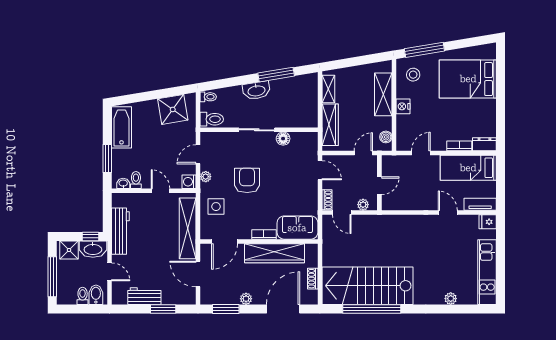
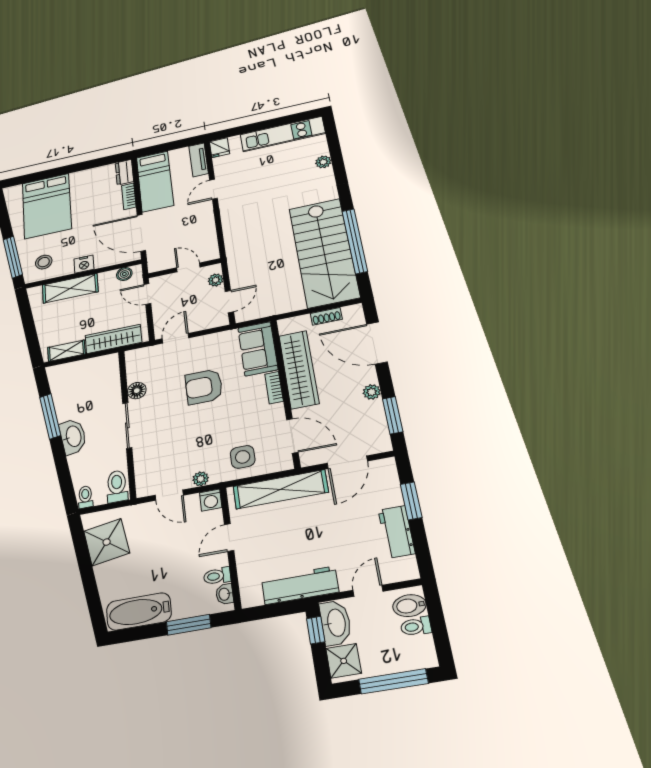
door: (421, 153) -> (141, 233), width x1.88
armchair: (247, 180) -> (204, 387), moved
shoe rack: (327, 200) -> (215, 322), removed

